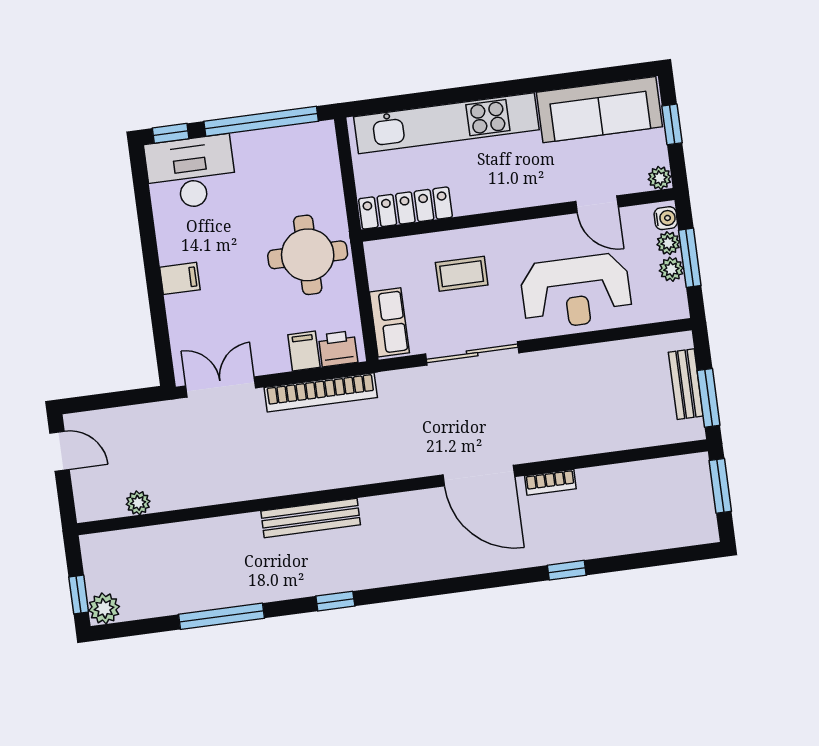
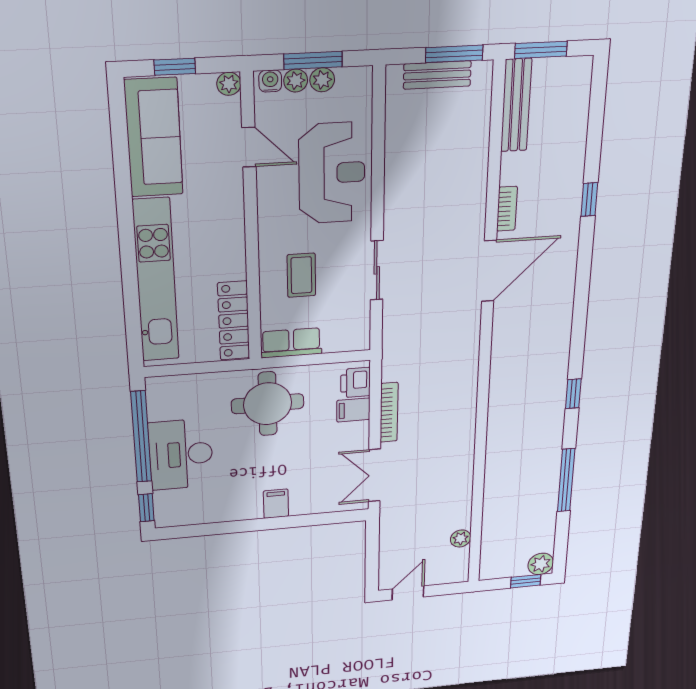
desk: (191, 173) -> (181, 454), moved
door: (597, 204) -> (249, 147), hinge flipped
row of seats: (389, 322) -> (291, 343), moved
sliding door: (472, 353) -> (377, 270), width x0.73
bookcase: (321, 392) -> (389, 412), width x0.68, depth x0.76
bench: (311, 518) -> (516, 105), moved

